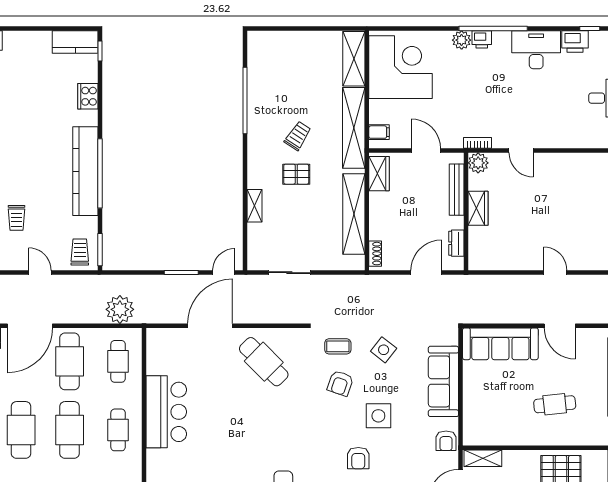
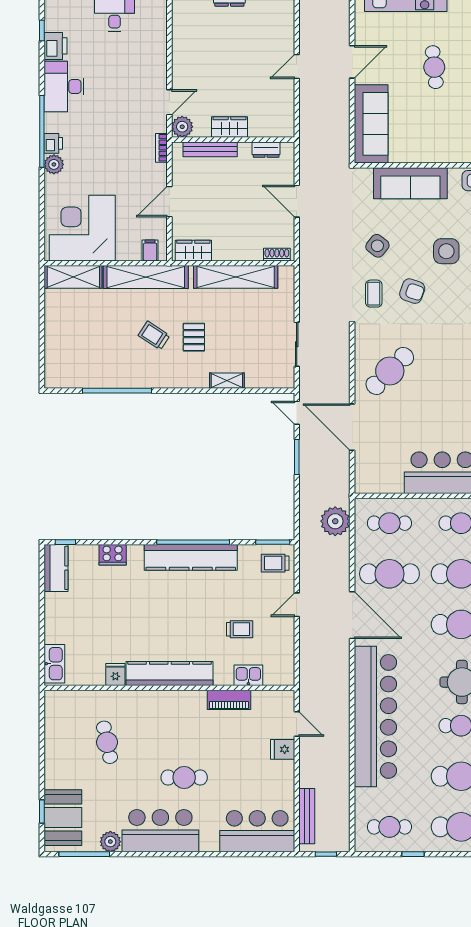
plant: (478, 163) -> (182, 127), moved
bench: (457, 190) -> (210, 149), moved
wardrobe: (478, 208) -> (229, 127), moved
wall: (466, 212) -> (233, 140), moved
dresser: (456, 243) -> (266, 150), moved

